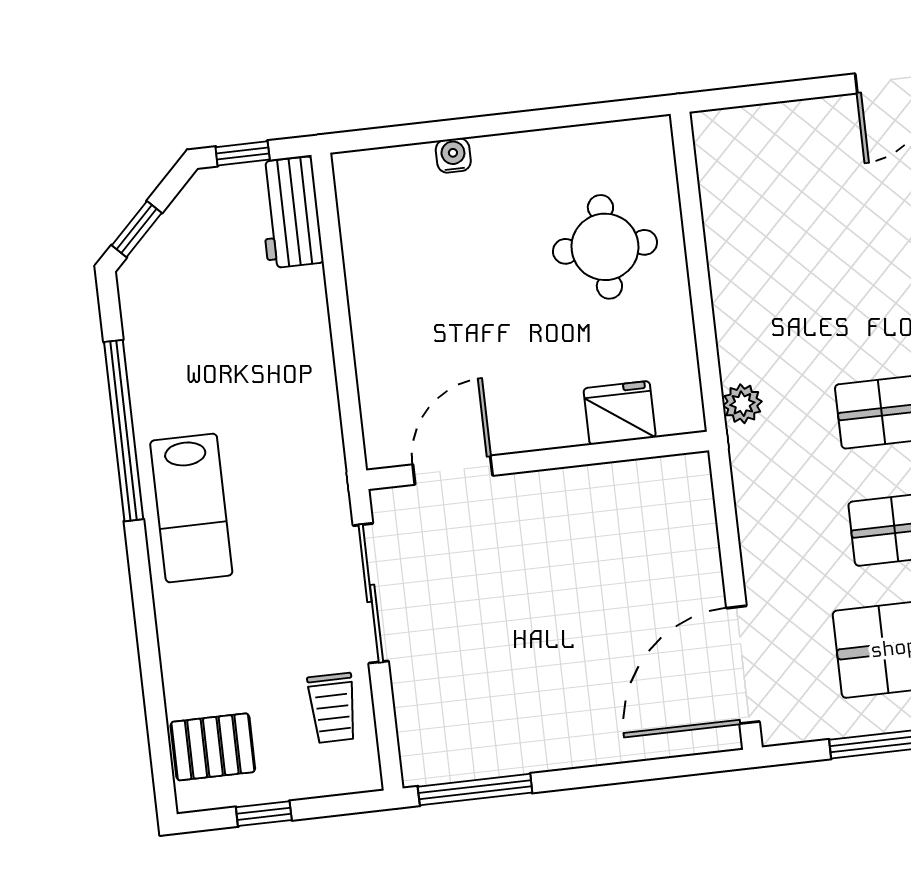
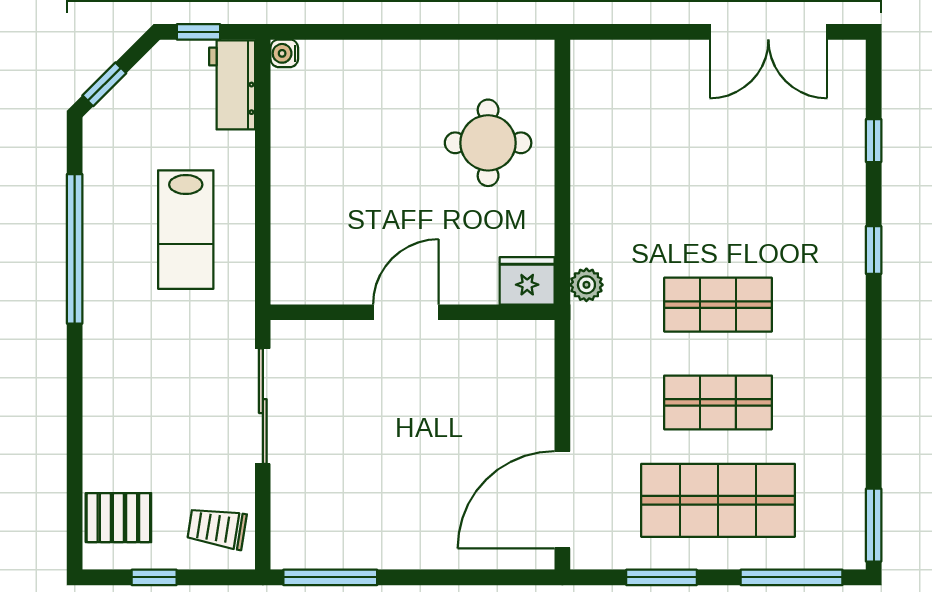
water cooler: (453, 155) -> (284, 53), moved, turned -90
fridge: (620, 413) -> (527, 281), moved
door: (453, 470) -> (406, 312), moved
lab bench: (191, 508) -> (186, 230), moved
trolley: (333, 708) -> (217, 528), moved, turned 99

